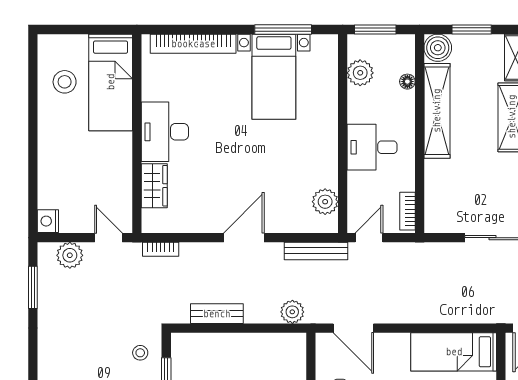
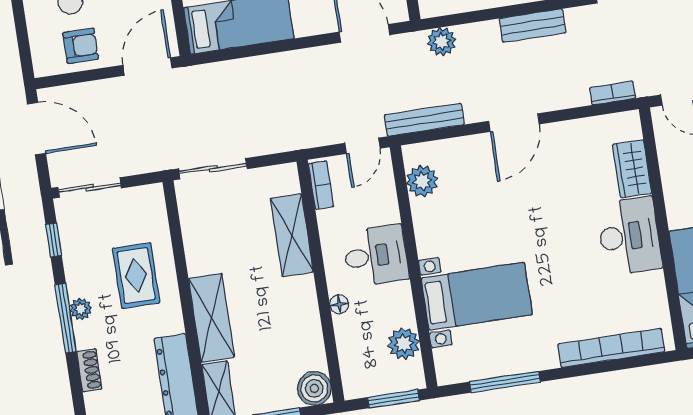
bed with nightstands: (274, 77) -> (477, 296), moved, turned 90
floor lamp: (407, 82) -> (339, 304), moved
shelving: (437, 111) -> (292, 235), moved, width x0.68

